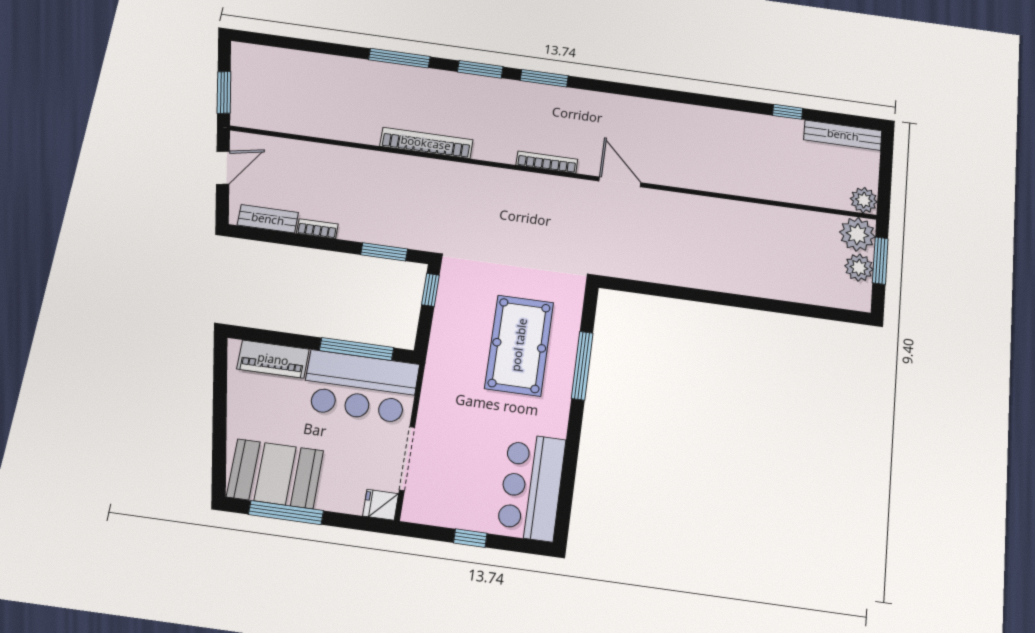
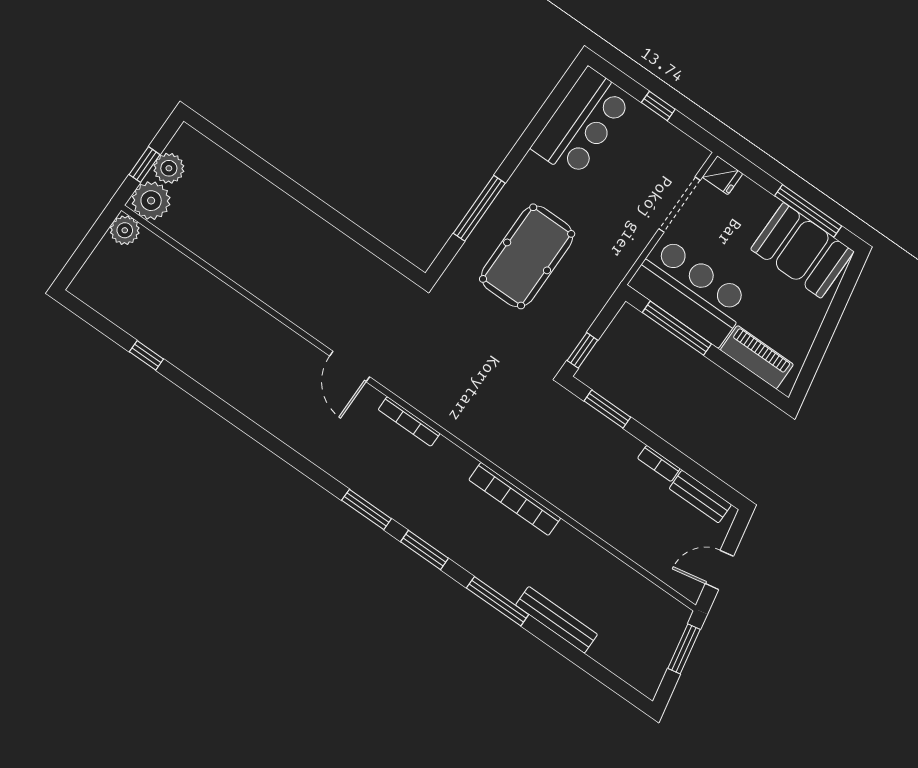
bench: (843, 135) -> (557, 620), moved
window: (880, 261) -> (144, 165), width x0.67

